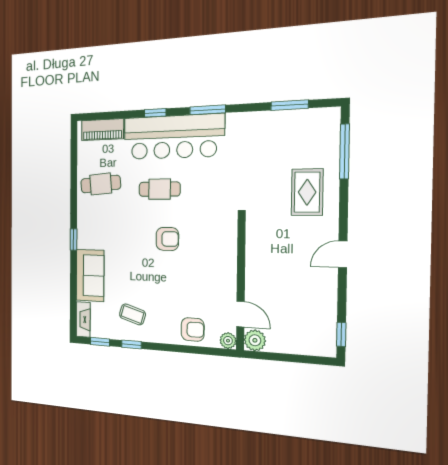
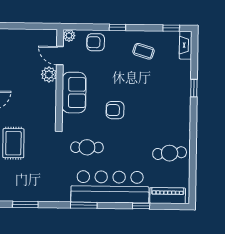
window: (155, 113) -> (141, 206), moved
cafe table: (160, 189) -> (87, 147), moved
window: (74, 239) -> (194, 88), moved
sofa: (90, 275) -> (74, 93), moved, turned 180
plant: (255, 340) -> (49, 75), moved
window: (131, 344) -> (117, 27), moved

